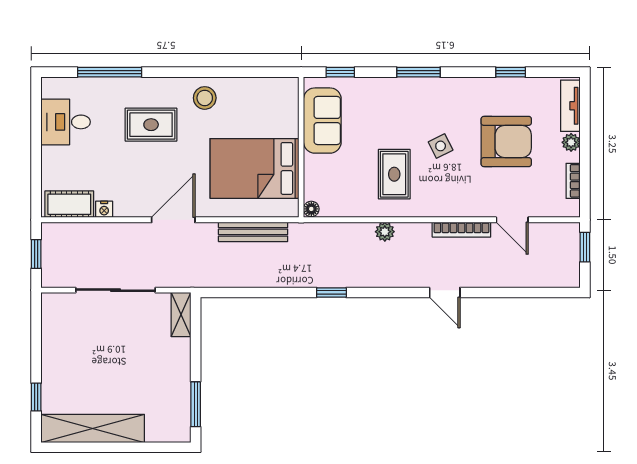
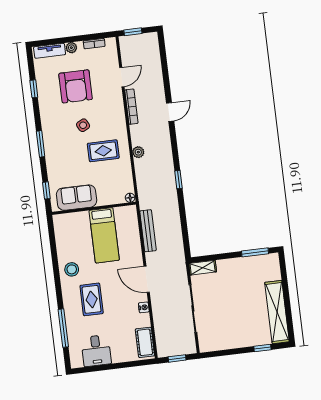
armchair: (506, 141) -> (76, 86), turned 180
bed: (254, 168) -> (104, 235), width x0.67
nightstand: (104, 209) -> (144, 307), moved

